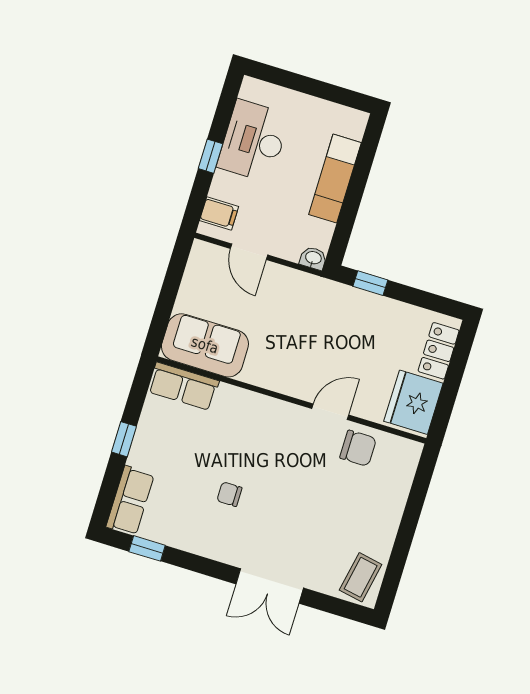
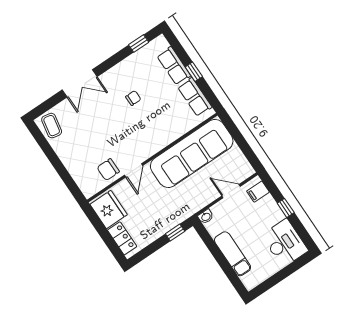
desk: (254, 141) -> (285, 243), moved
sofa: (205, 345) -> (192, 153), width x1.85, depth x1.27
row of seats: (183, 386) -> (195, 97), moved, turned -90
row of seats: (130, 501) -> (174, 66), moved
double door: (270, 586) -> (80, 83), swing flipped

